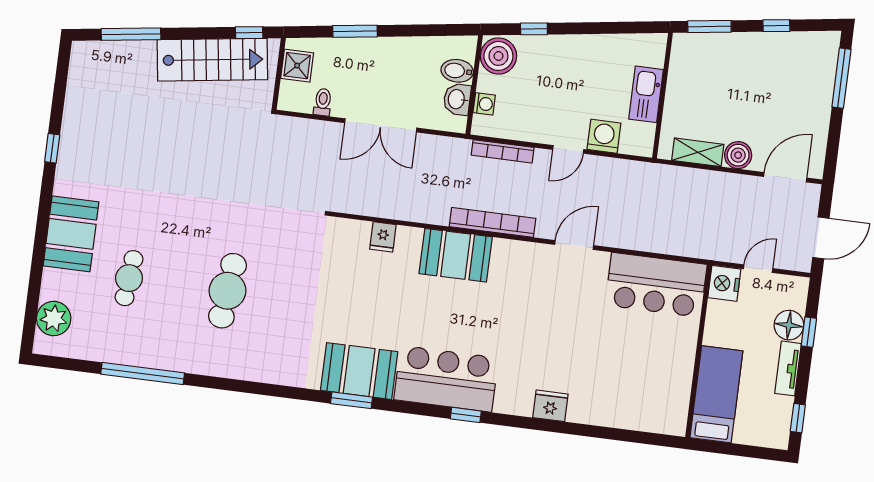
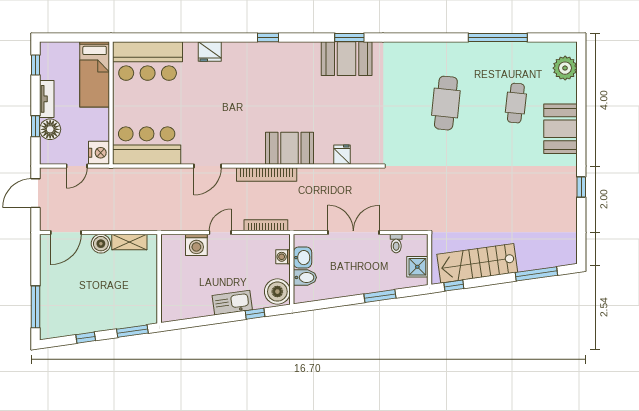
kitchen sink: (646, 94) -> (232, 303), moved, turned -98
bar counter: (446, 379) -> (148, 61), moved

